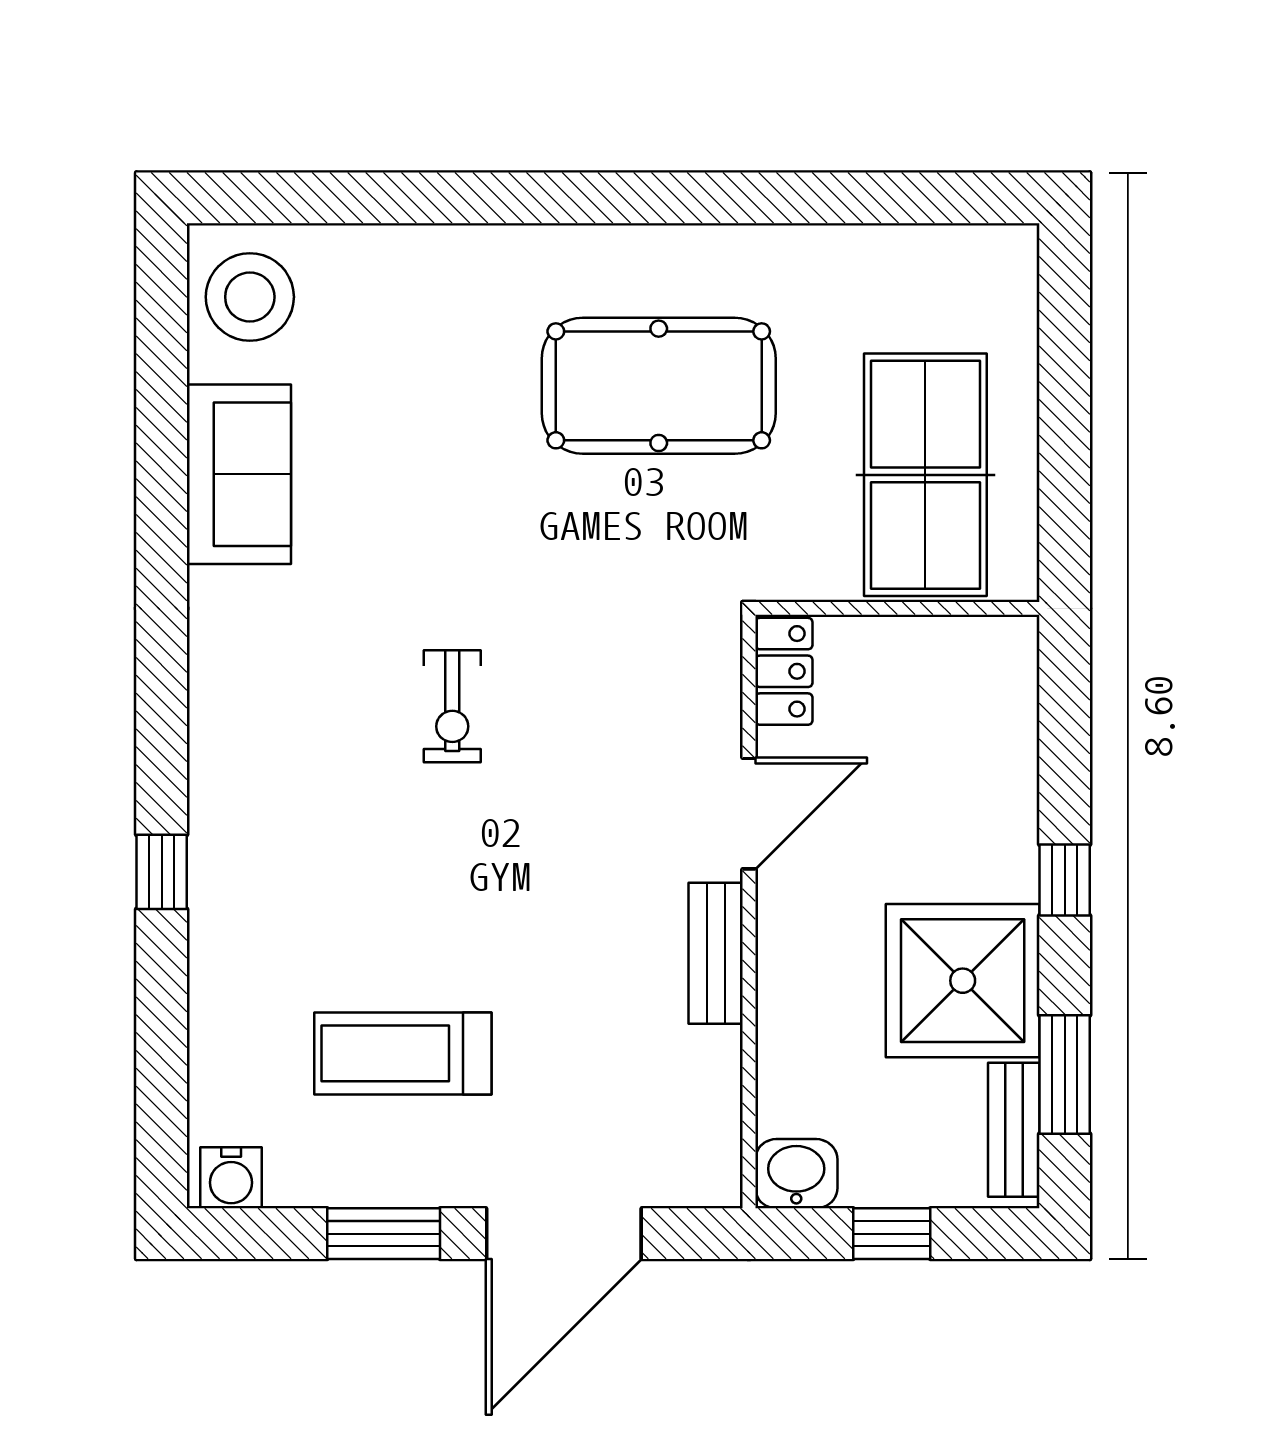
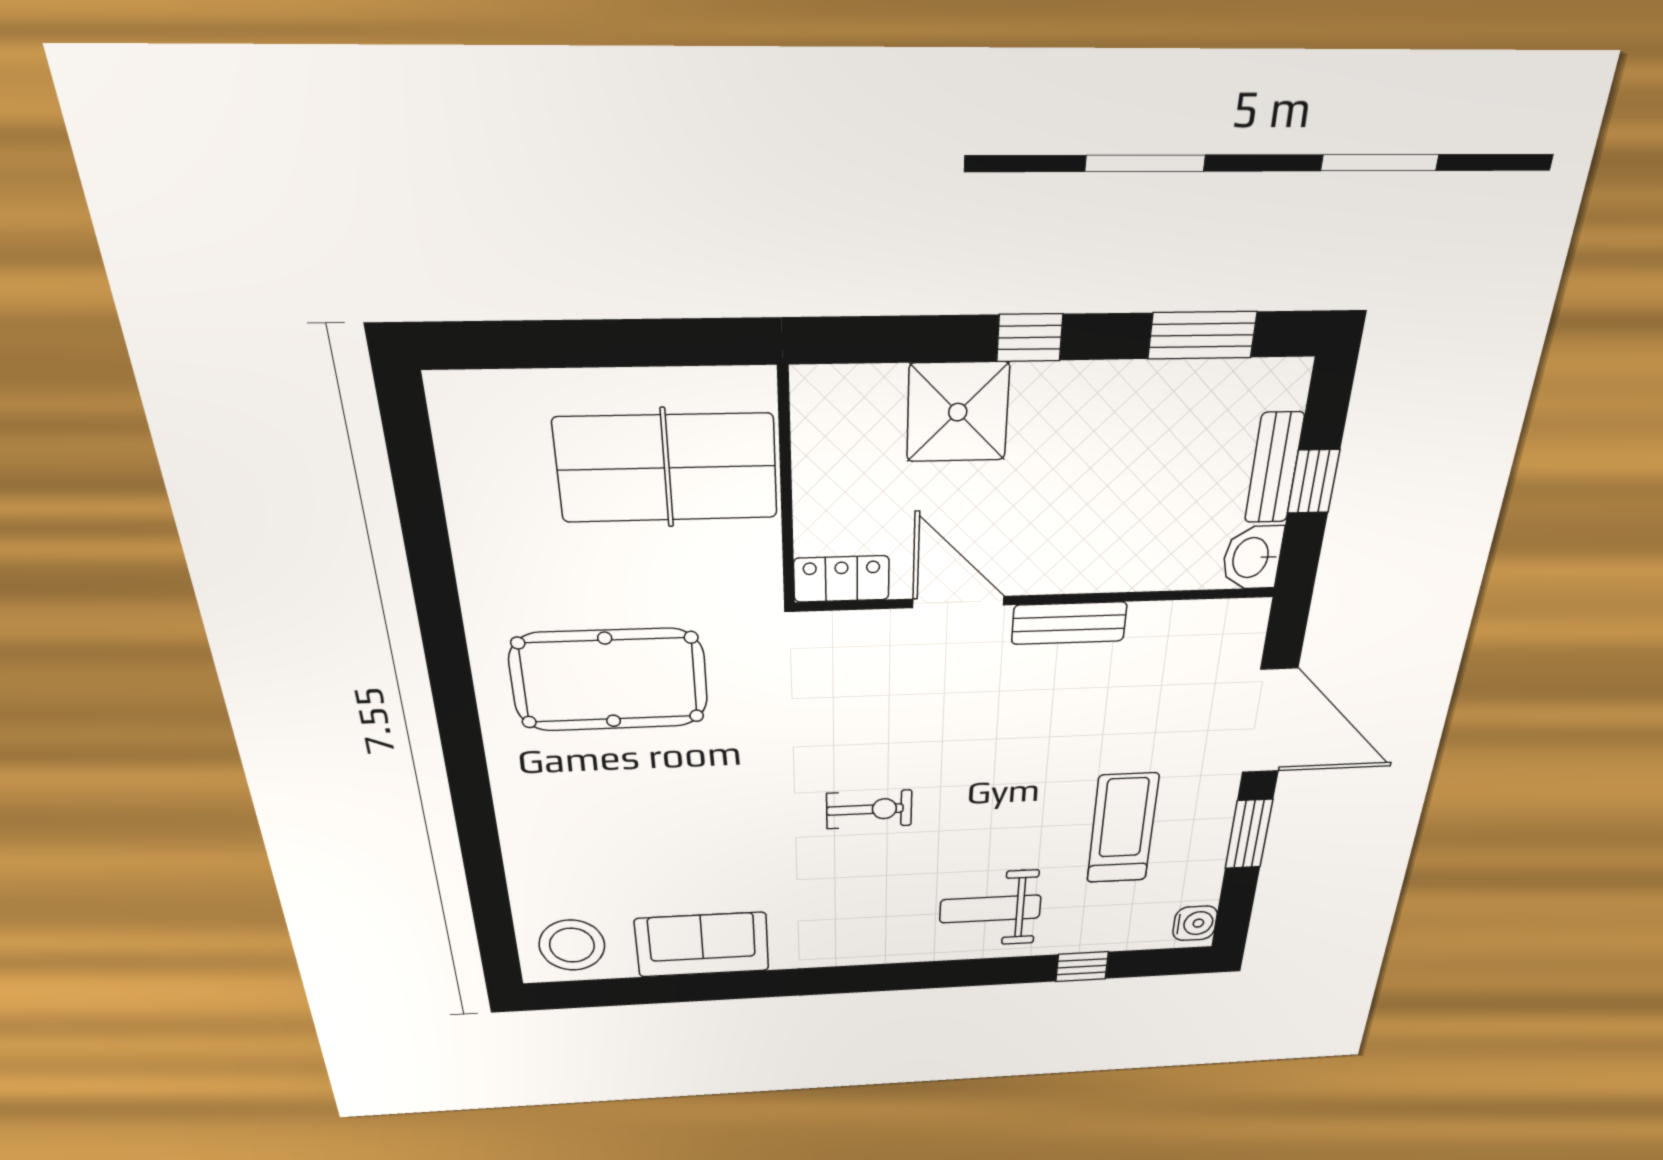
pool table: (659, 386) -> (609, 680), turned 90
window: (162, 872) -> (1082, 967), moved
weight bench: (276, 878) -> (990, 909), added
shower: (963, 981) -> (958, 412), moved, width x0.73, depth x0.73
treadmill: (403, 1053) -> (1123, 828), turned 180
bench: (1014, 1130) -> (1274, 468), moved, turned 90

